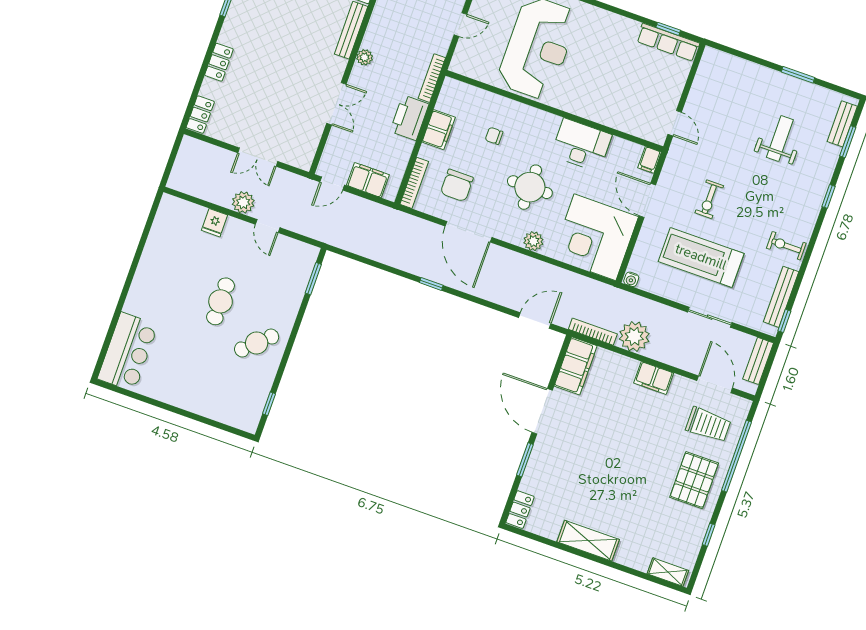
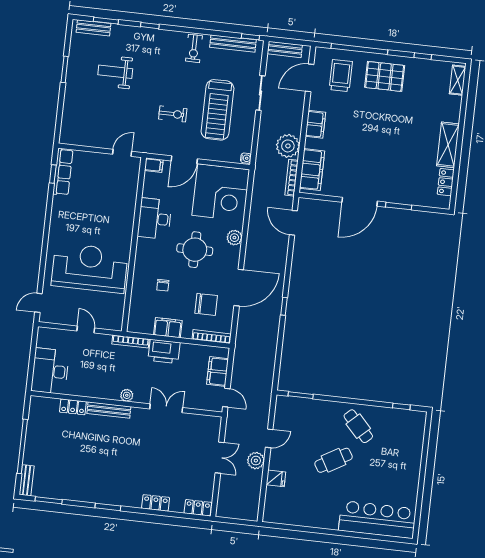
cafe table: (221, 301) -> (334, 460), turned -30
bar counter: (128, 352) -> (377, 520), width x1.36
filing cabinet: (576, 366) -> (312, 170), moved, turned 90
locker: (520, 510) -> (446, 182), moved, turned -90

